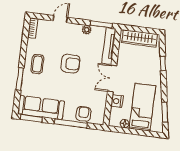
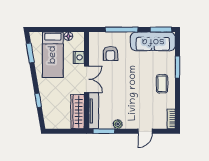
wardrobe: (139, 38) -> (78, 112), moved, turned -90
armchair: (70, 64) -> (129, 89), removed
armchair: (83, 114) -> (111, 53), moved

